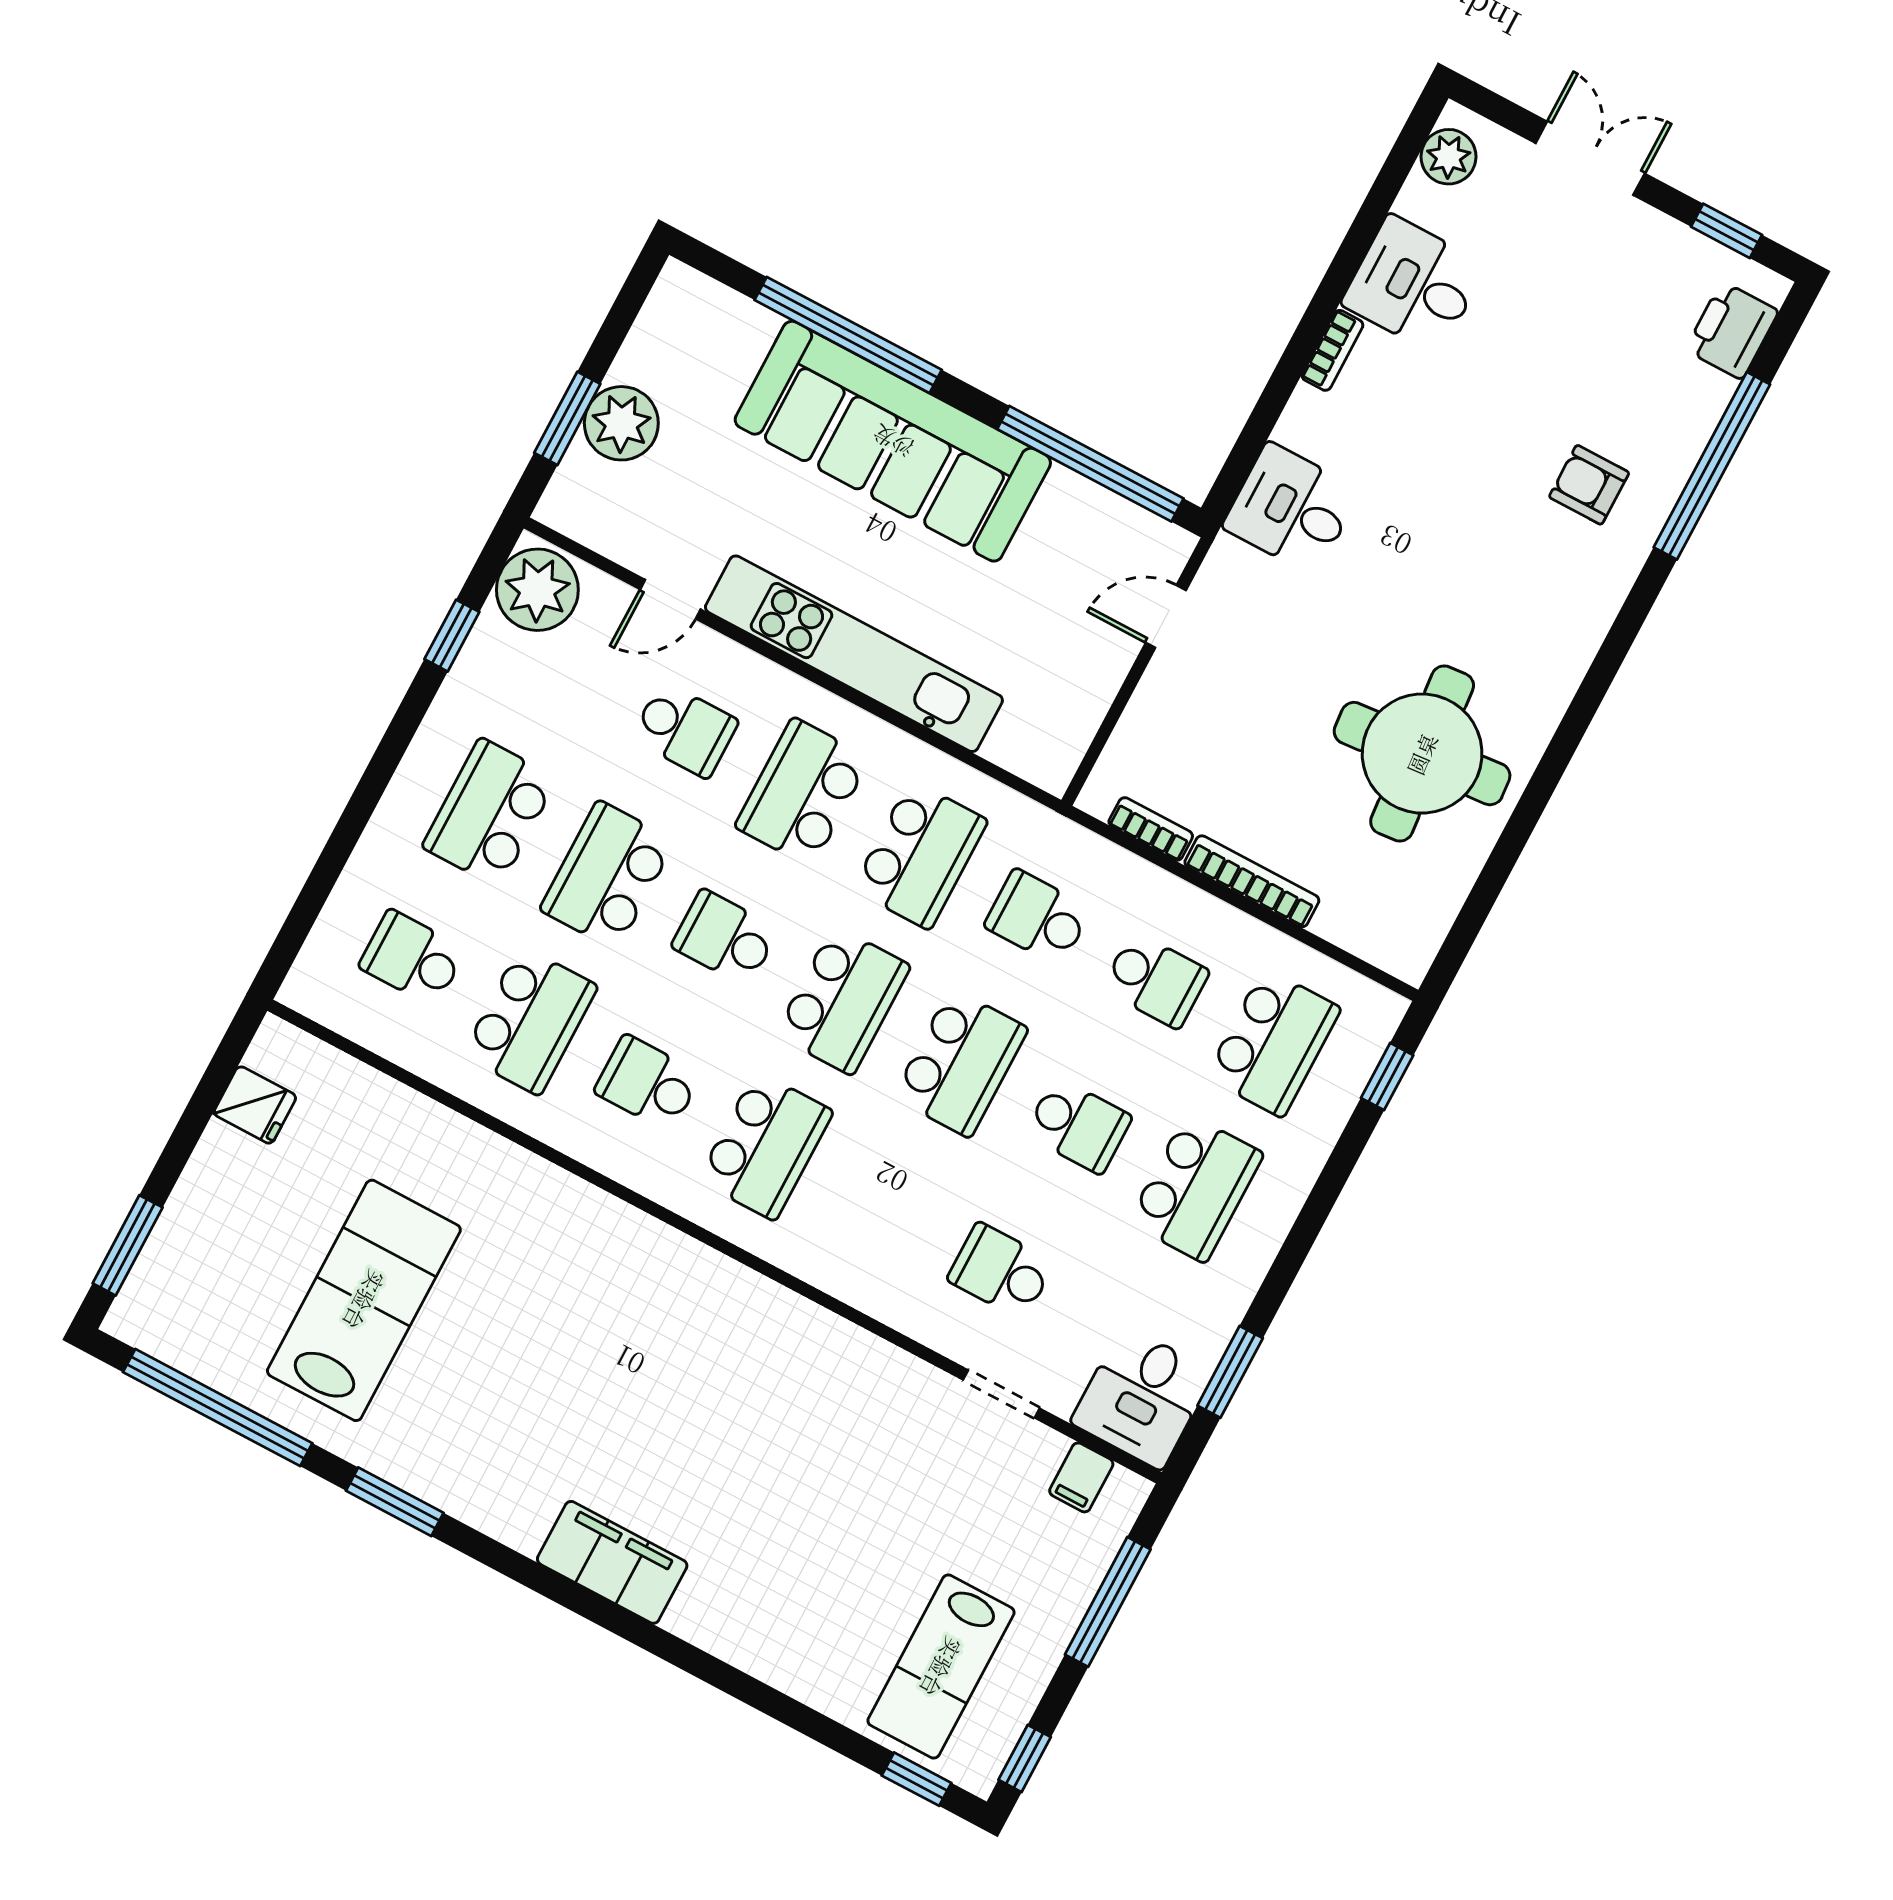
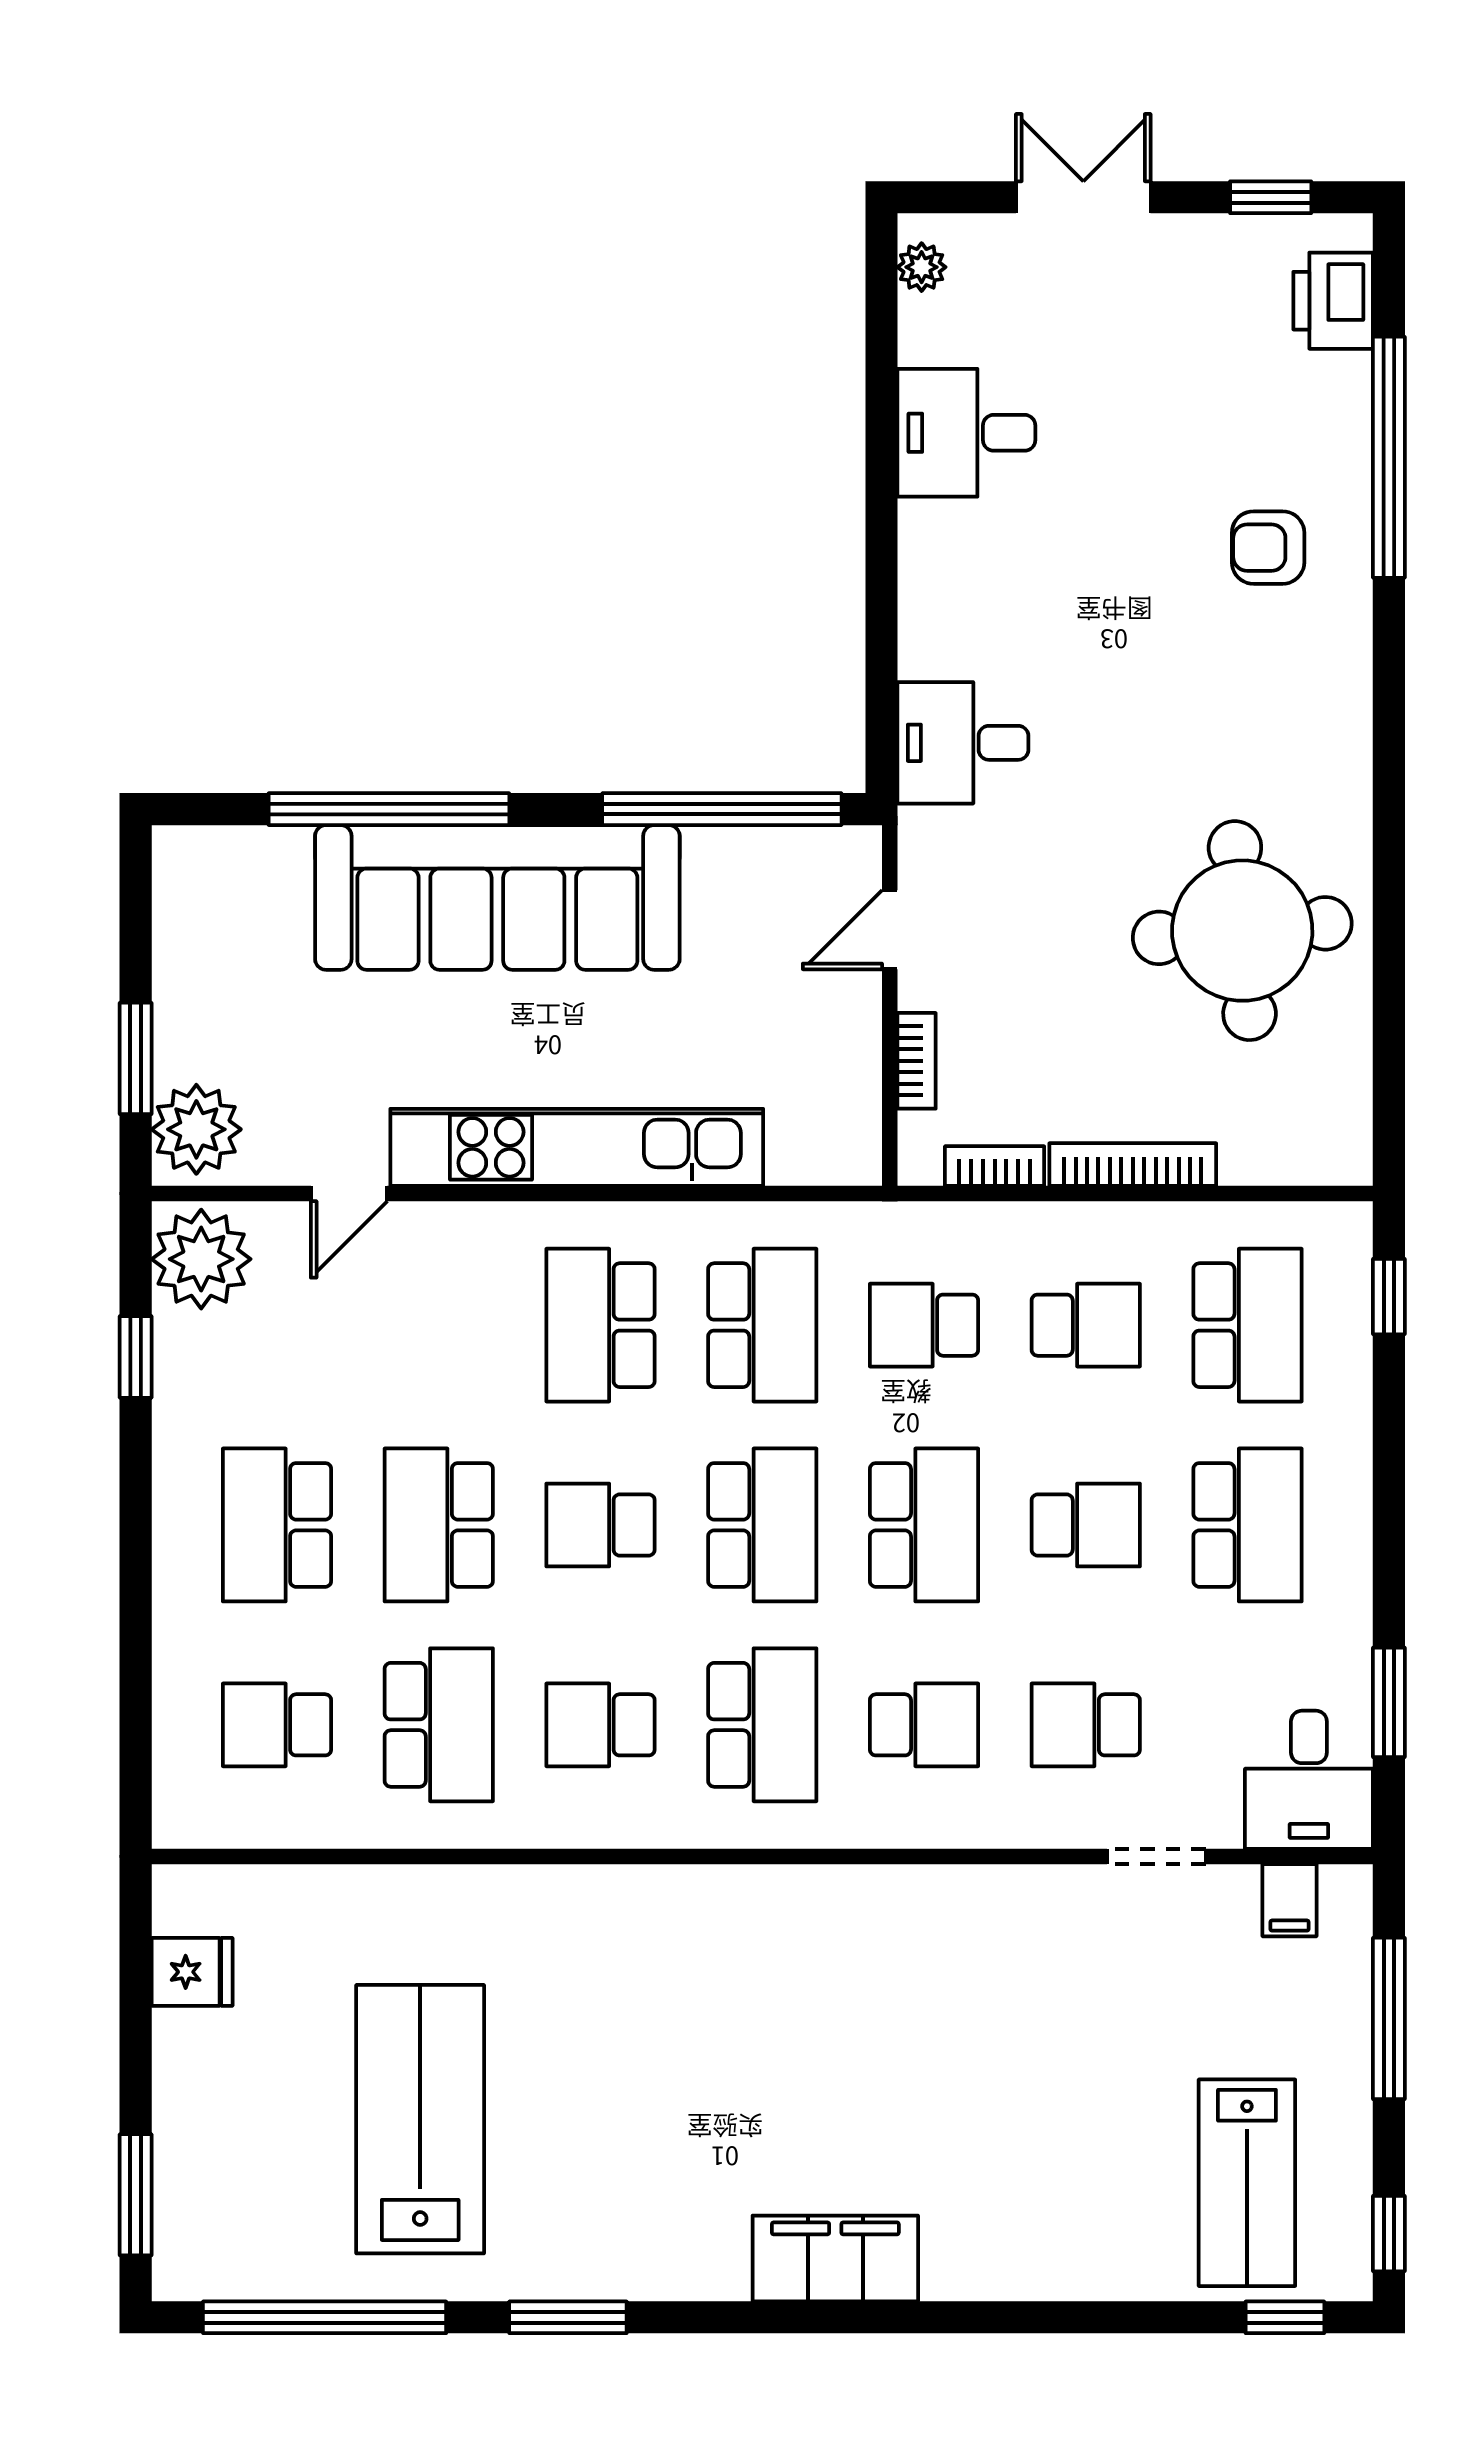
plant: (1449, 157) -> (922, 267), width x0.73, depth x0.73
bookcase: (1332, 350) -> (917, 1061), moved
plant: (621, 423) -> (196, 1129), moved
school desk: (685, 730) -> (924, 1725), moved

